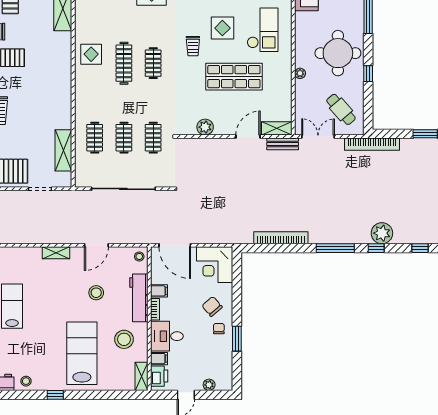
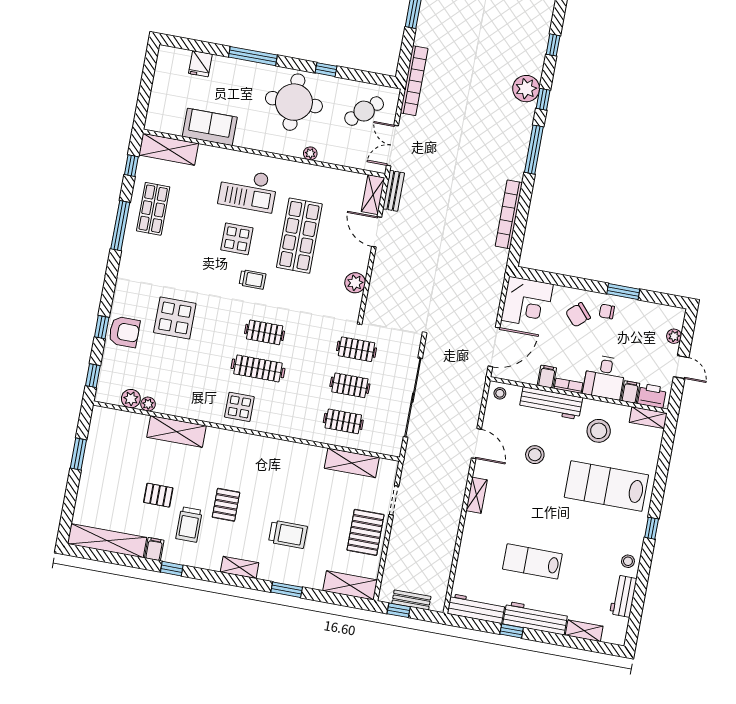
checkout: (263, 30) -> (248, 190), turned 180

